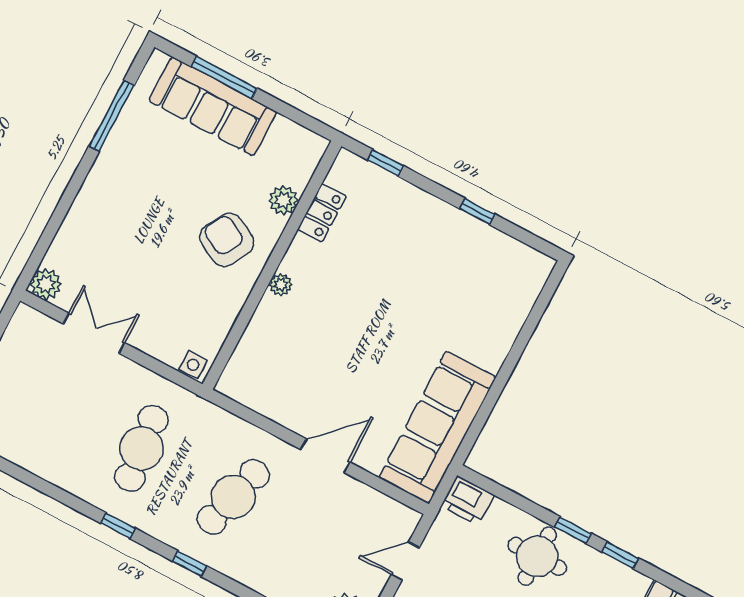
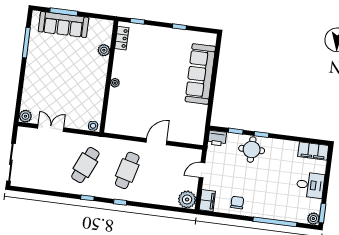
locker: (322, 213) -> (122, 38), moved
armchair: (227, 240) -> (88, 73), removed
sofa: (437, 427) -> (200, 74), moved
cafe table: (142, 448) -> (85, 165), turned 30
window: (620, 555) -> (236, 131), moved

